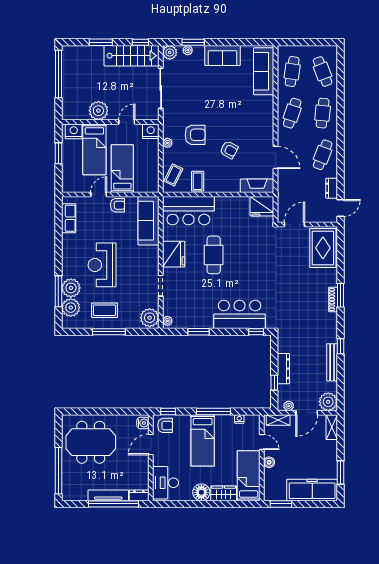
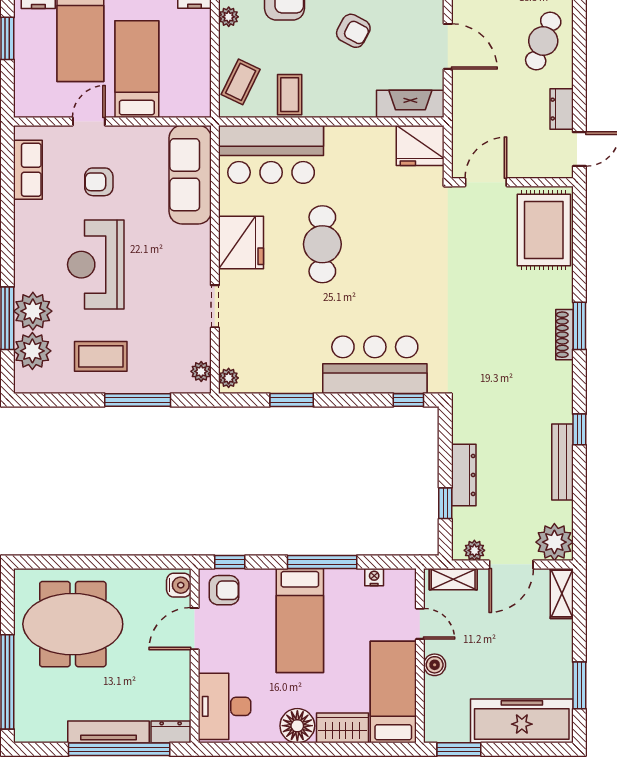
armchair: (118, 205) -> (99, 182), moved, turned 180
plant: (150, 318) -> (201, 371), width x0.53, depth x0.53
window: (109, 332) -> (138, 400), moved

